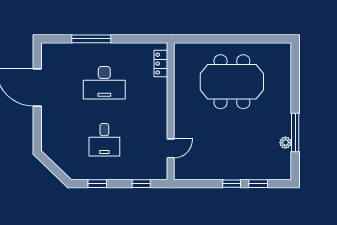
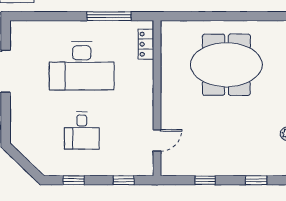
window: (91, 39) -> (109, 16), moved
desk: (104, 83) -> (82, 66), width x1.36, depth x1.30
window: (232, 184) -> (205, 180), moved

